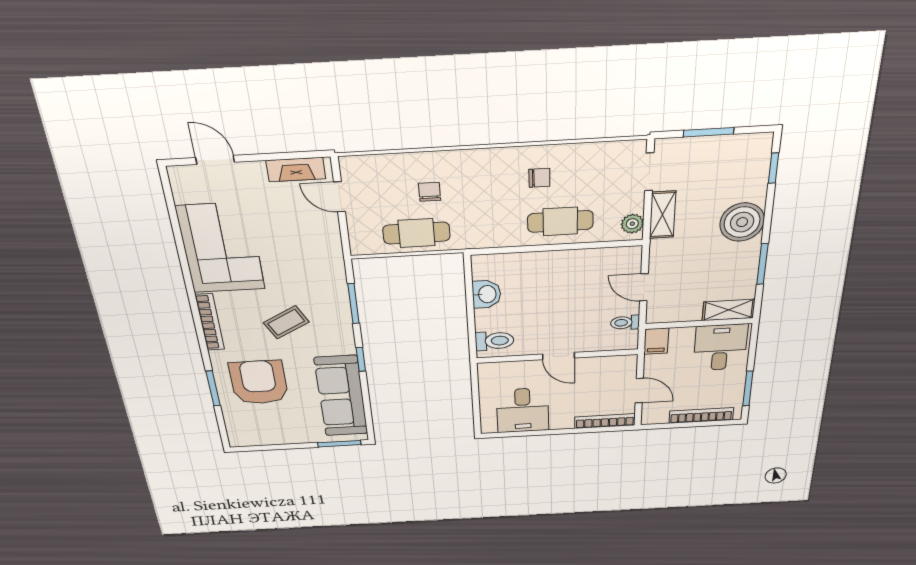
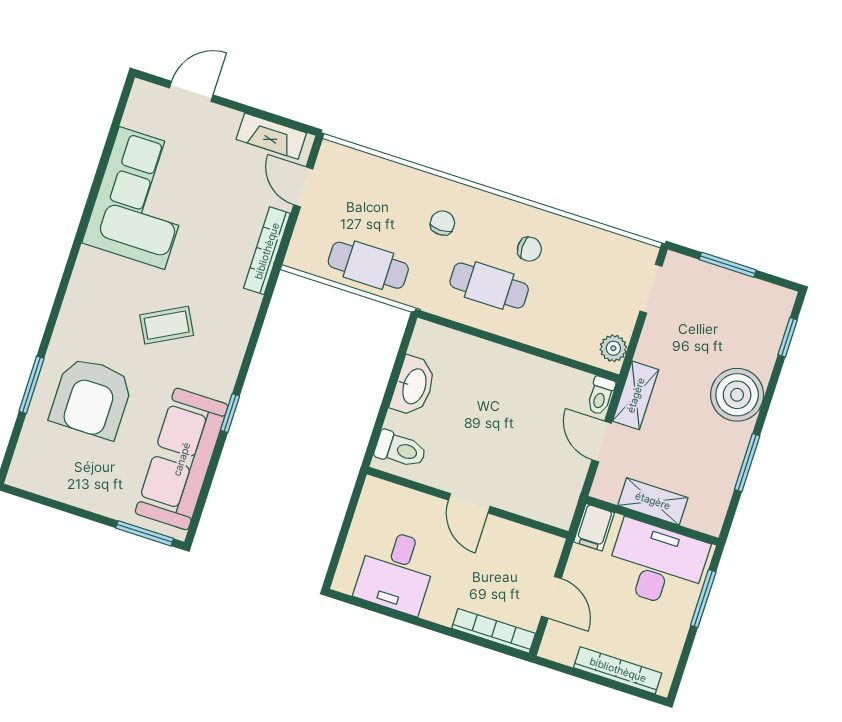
door: (215, 160) -> (191, 91), hinge flipped
chair: (430, 192) -> (442, 223), moved
shelving: (663, 215) -> (636, 395), moved
cafe table: (560, 221) -> (489, 286), moved
washbasin: (486, 294) -> (413, 386), width x1.38
window: (354, 304) -> (257, 330), removed
shelving: (729, 310) -> (653, 501), moved
bookcase: (210, 322) -> (267, 251), moved, turned 180
toilet: (625, 323) -> (601, 396), moved, turned -90
desk: (720, 347) -> (657, 564), width x1.37
armchair: (259, 382) -> (91, 398), turned 180
window: (748, 389) -> (703, 599), moved

